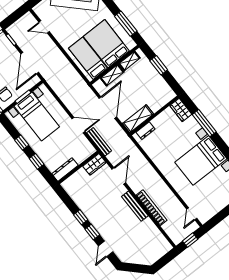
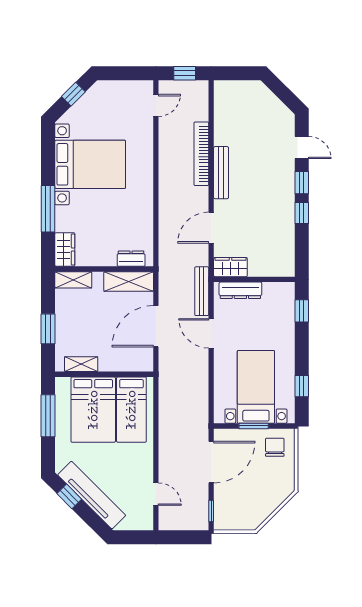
shelving: (112, 75) -> (73, 280), moved
window: (22, 142) -> (302, 386), moved
window: (37, 161) -> (302, 311), moved
dresser: (65, 170) -> (240, 290), moved
door: (106, 249) -> (302, 147), hinge flipped

